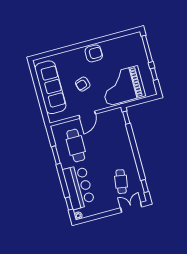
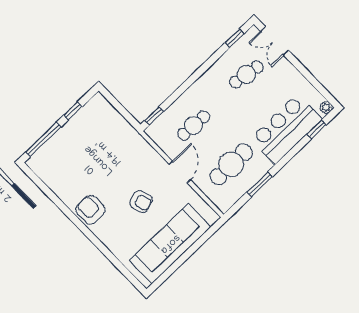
grand piano: (122, 86) -> (113, 146), removed
door: (87, 115) -> (180, 172), hinge flipped
cafe table: (109, 137) -> (194, 125), added

